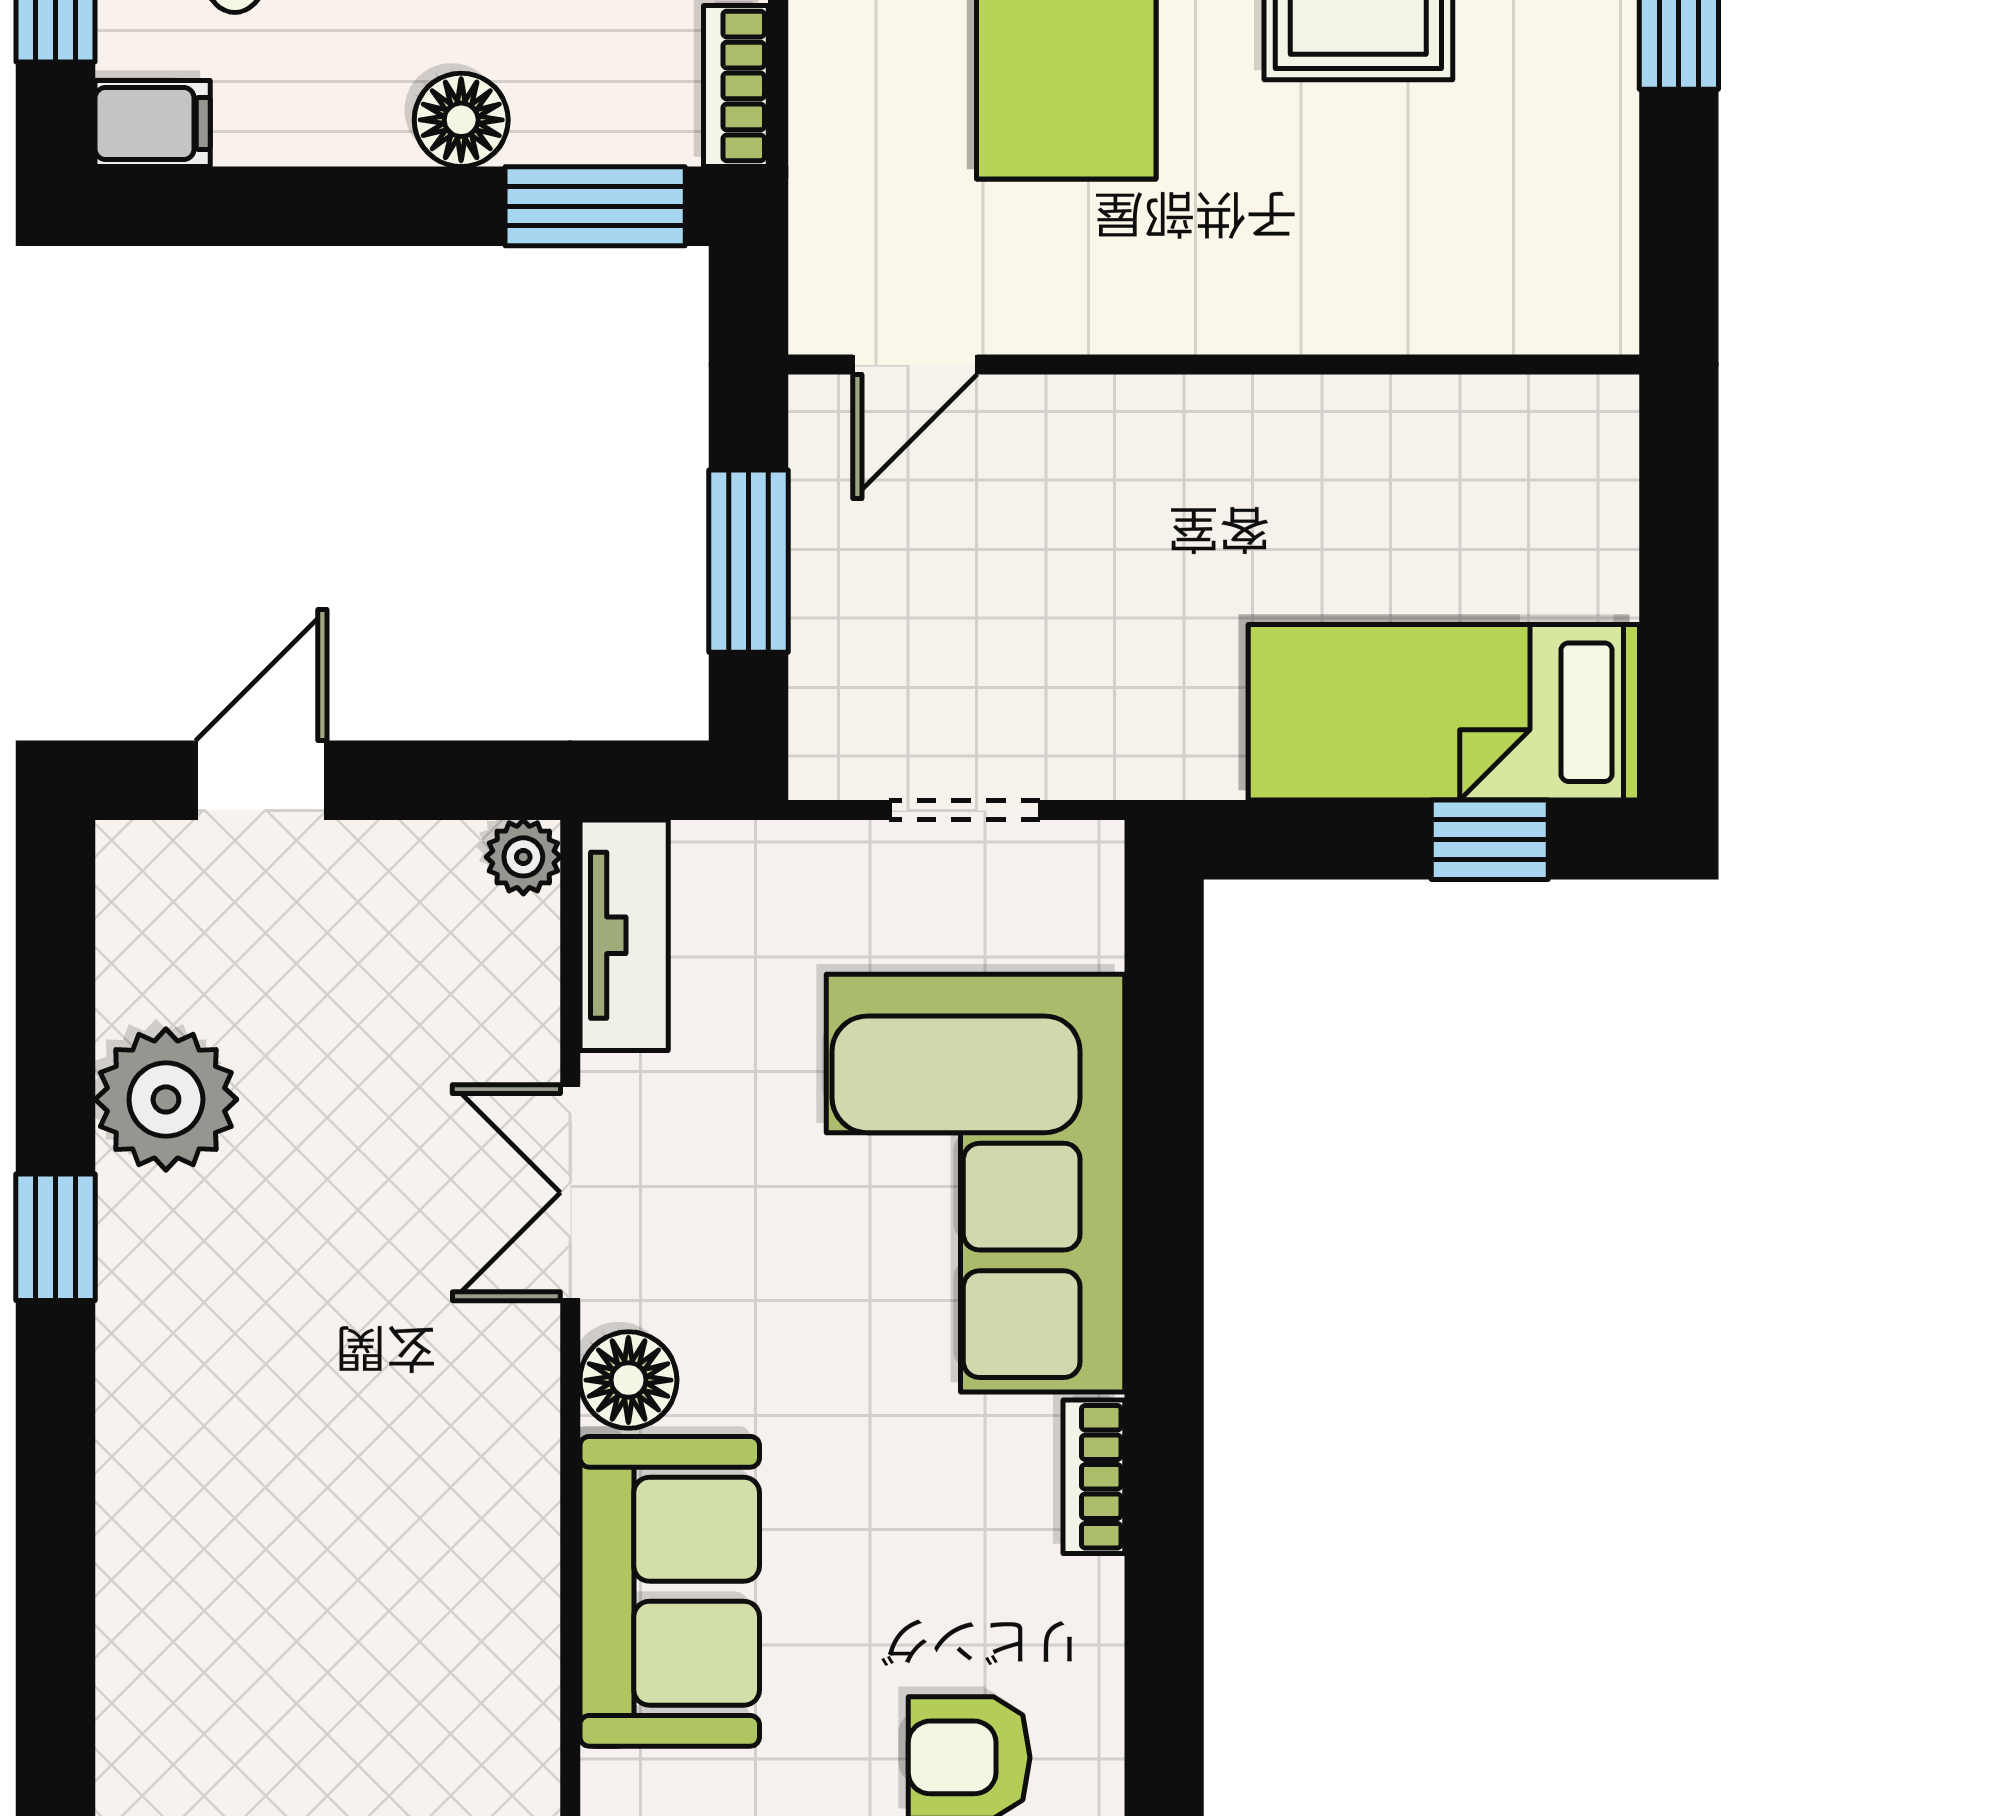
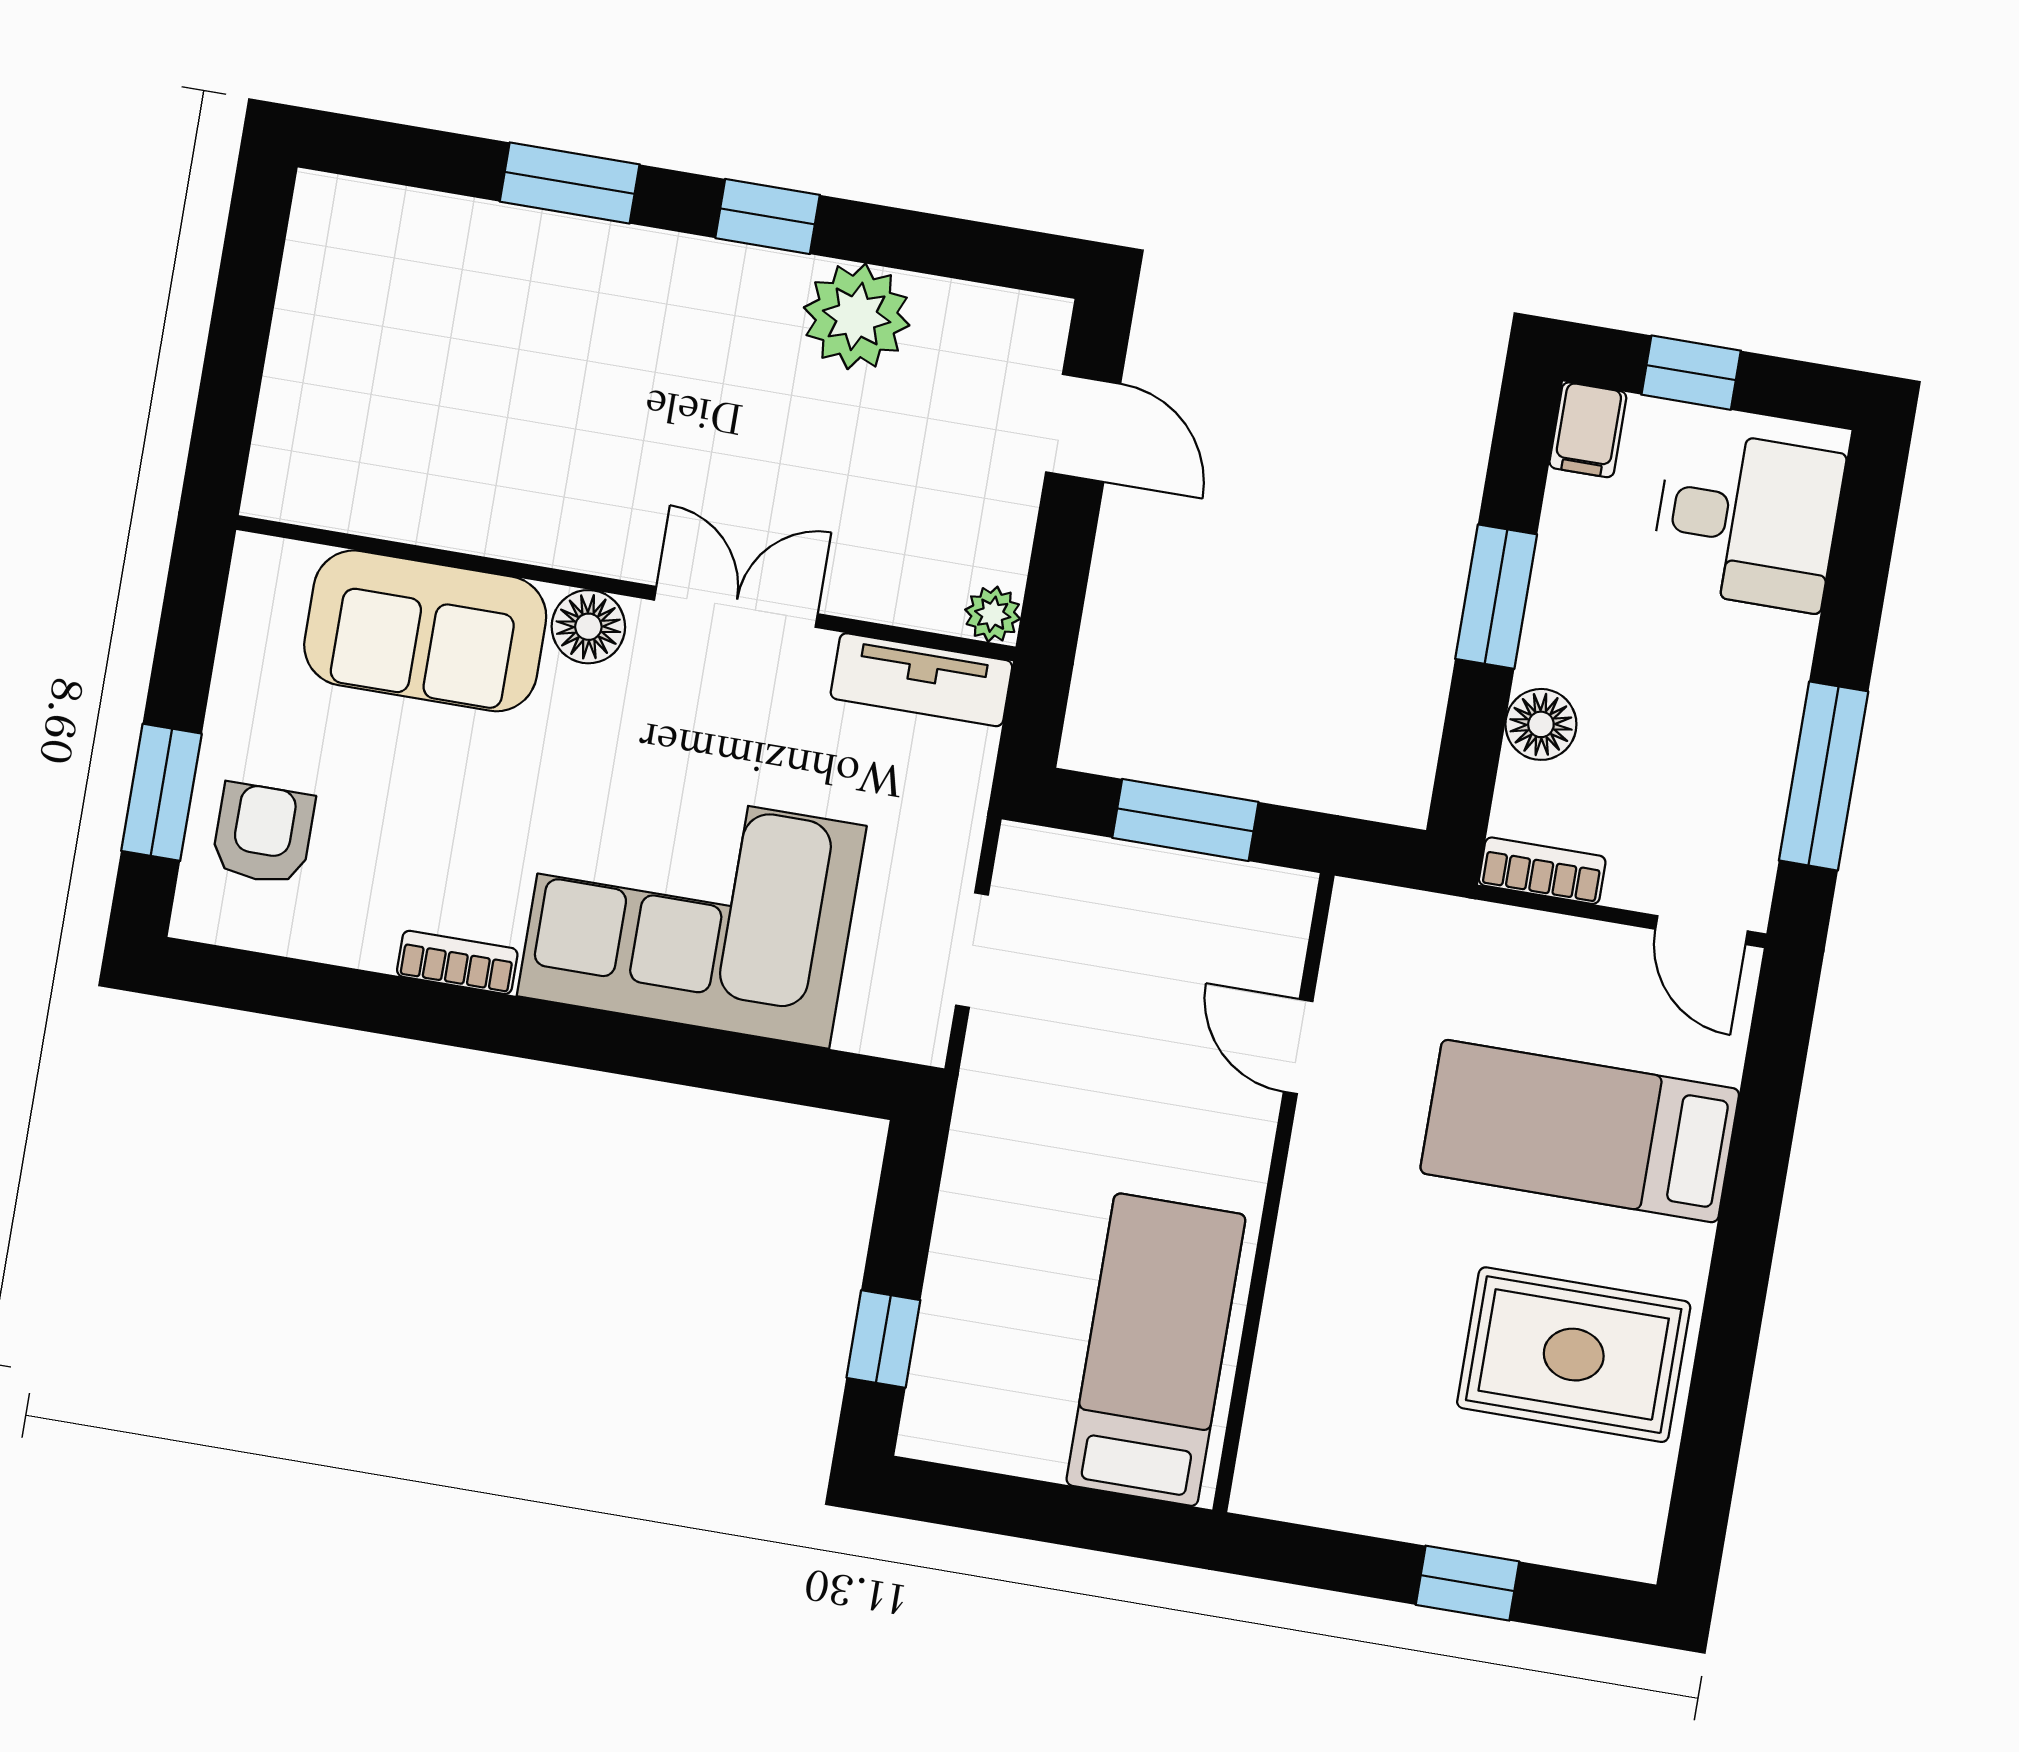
floor lamp: (461, 120) -> (1541, 724), moved
window: (595, 206) -> (1496, 597), moved
door: (915, 365) -> (1298, 1047), moved
bed: (1444, 712) -> (1156, 1350), moved
window: (56, 1502) -> (570, 183), added

